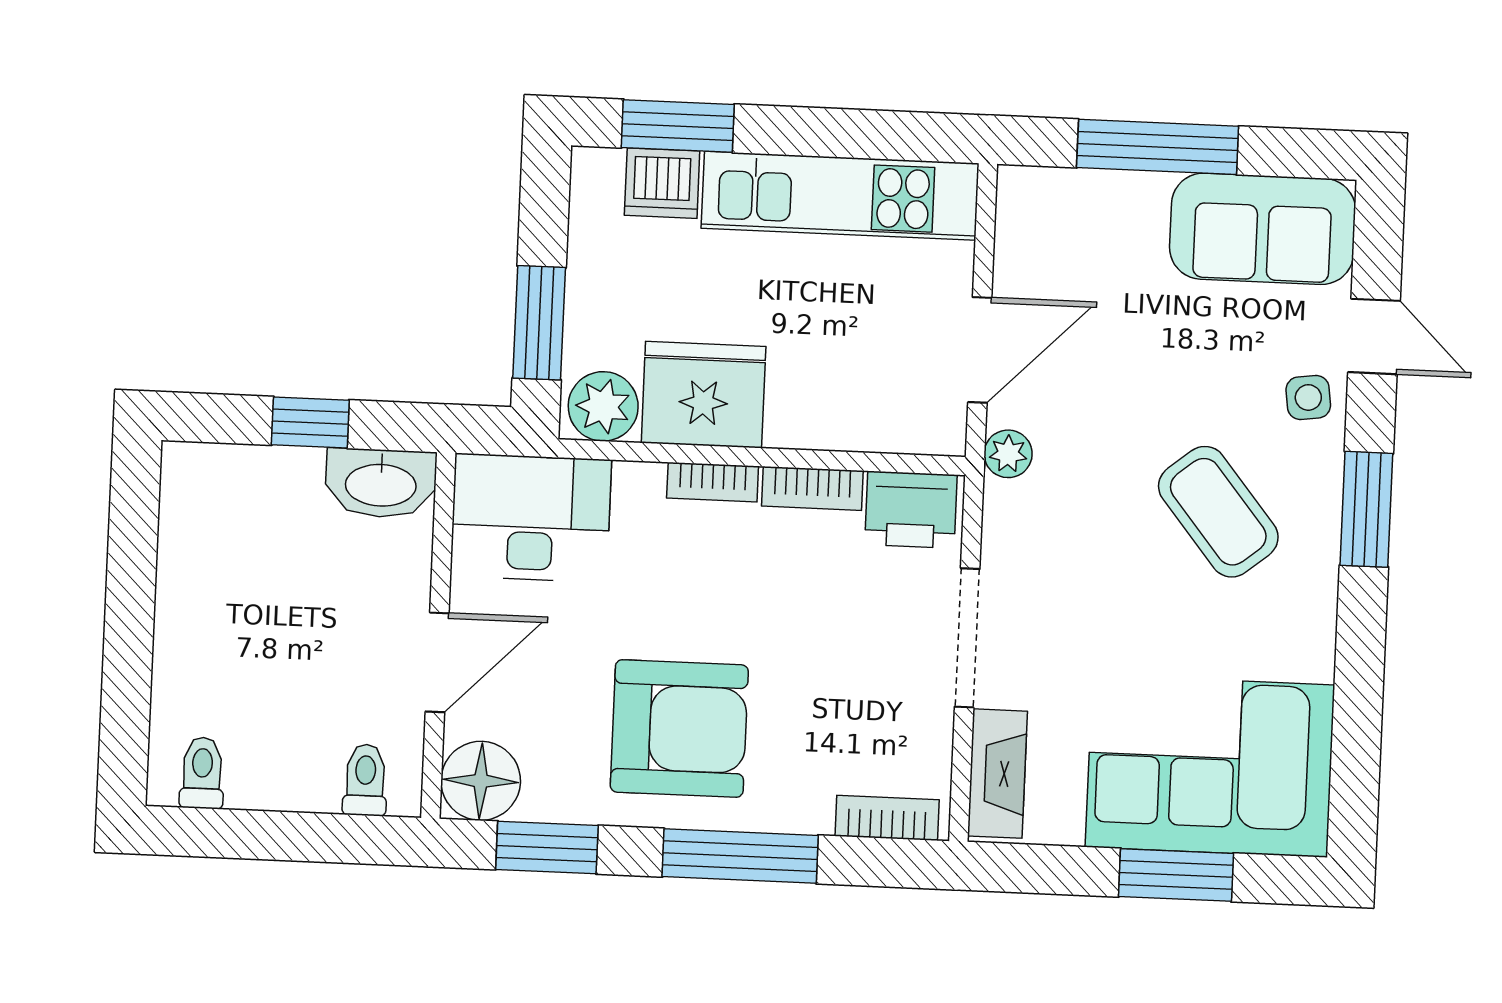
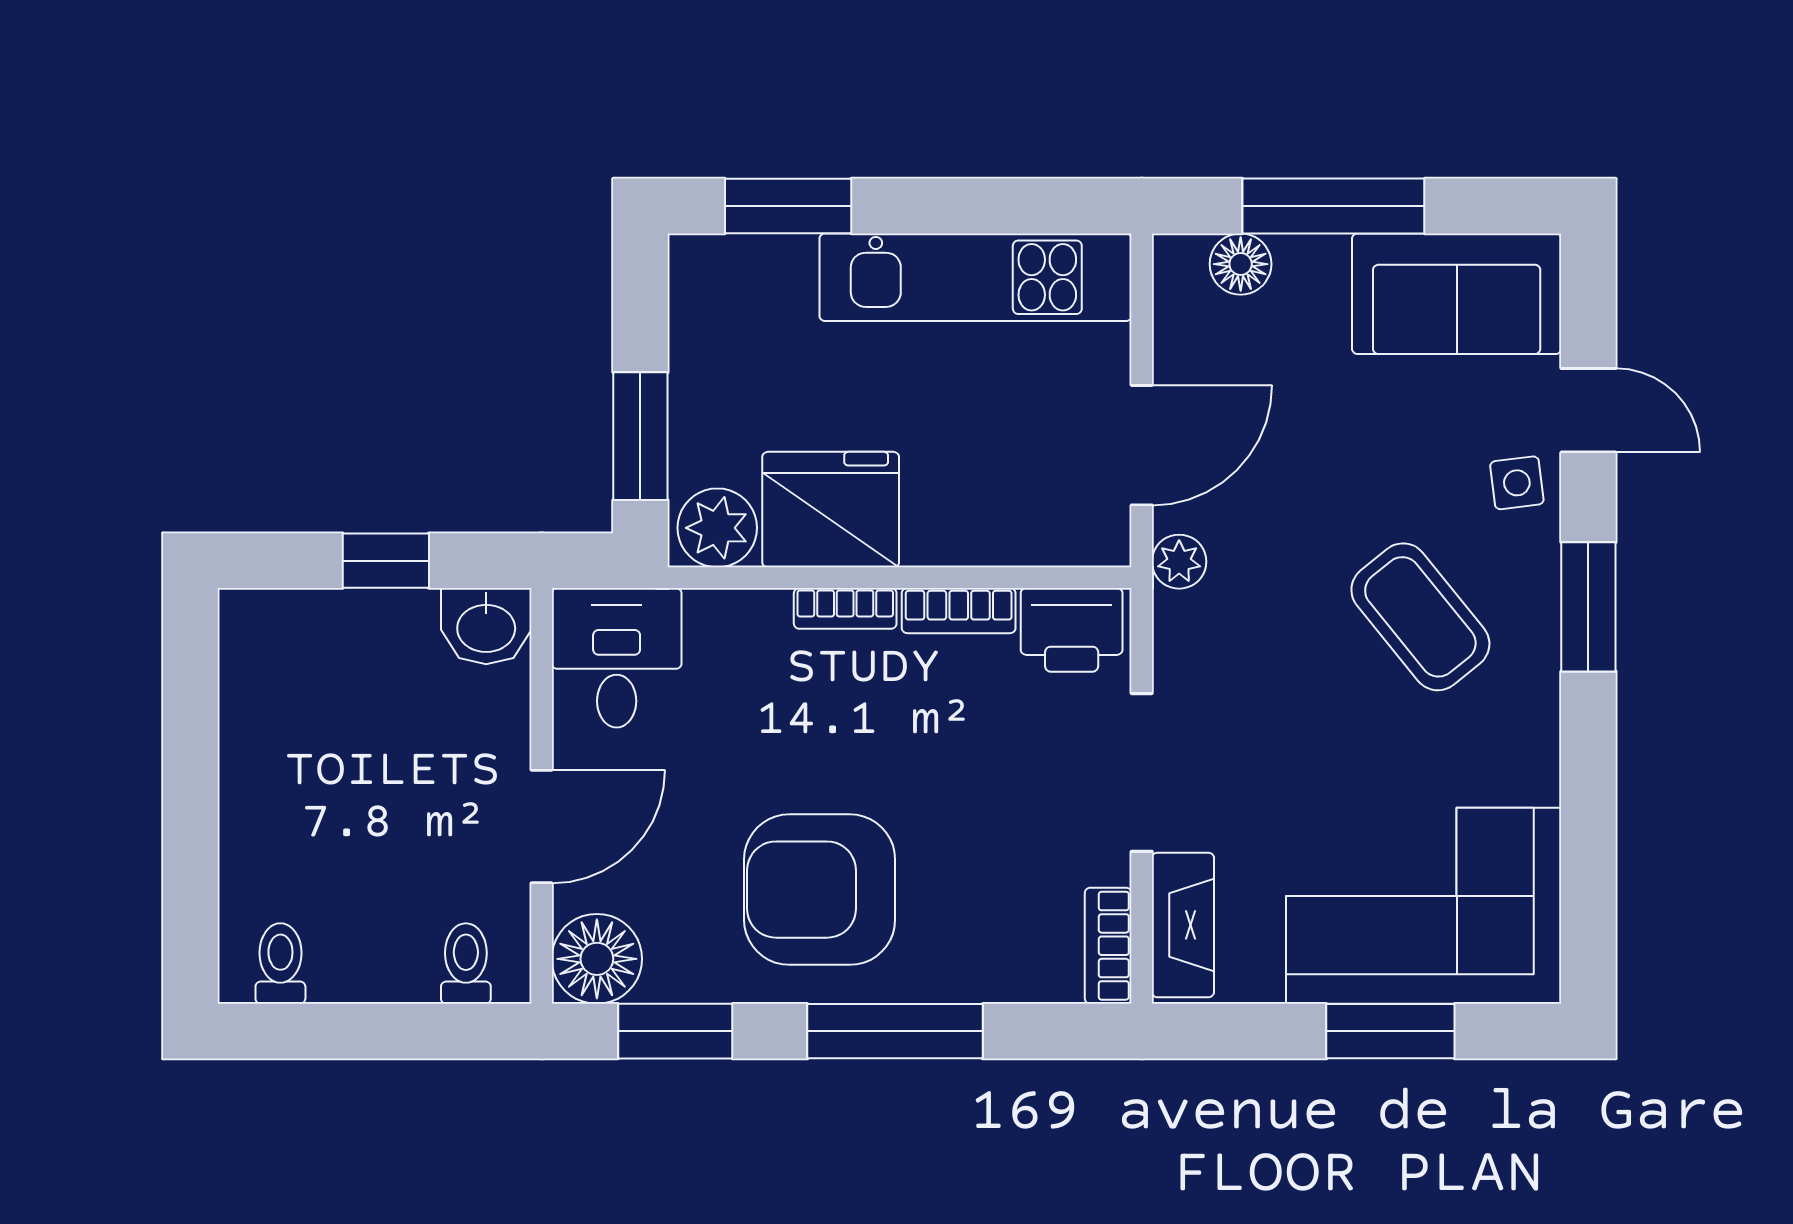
dishwasher: (662, 183) -> (773, 272), removed
floor lamp: (1074, 194) -> (1241, 264), added
washbasin: (381, 483) -> (486, 626), width x0.72
desk: (531, 518) -> (617, 658), width x0.73
armchair: (679, 728) -> (820, 890), turned 180
bookcase: (887, 818) -> (1108, 946), moved, turned -90

